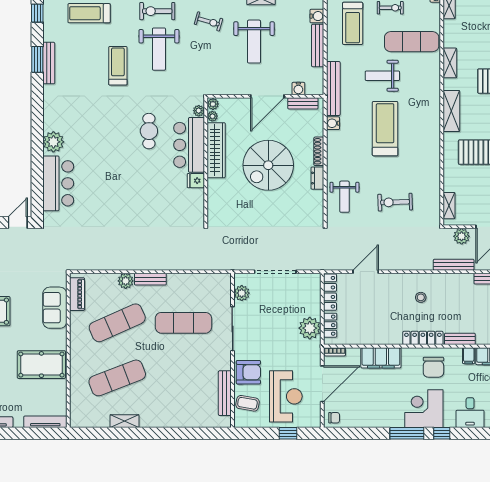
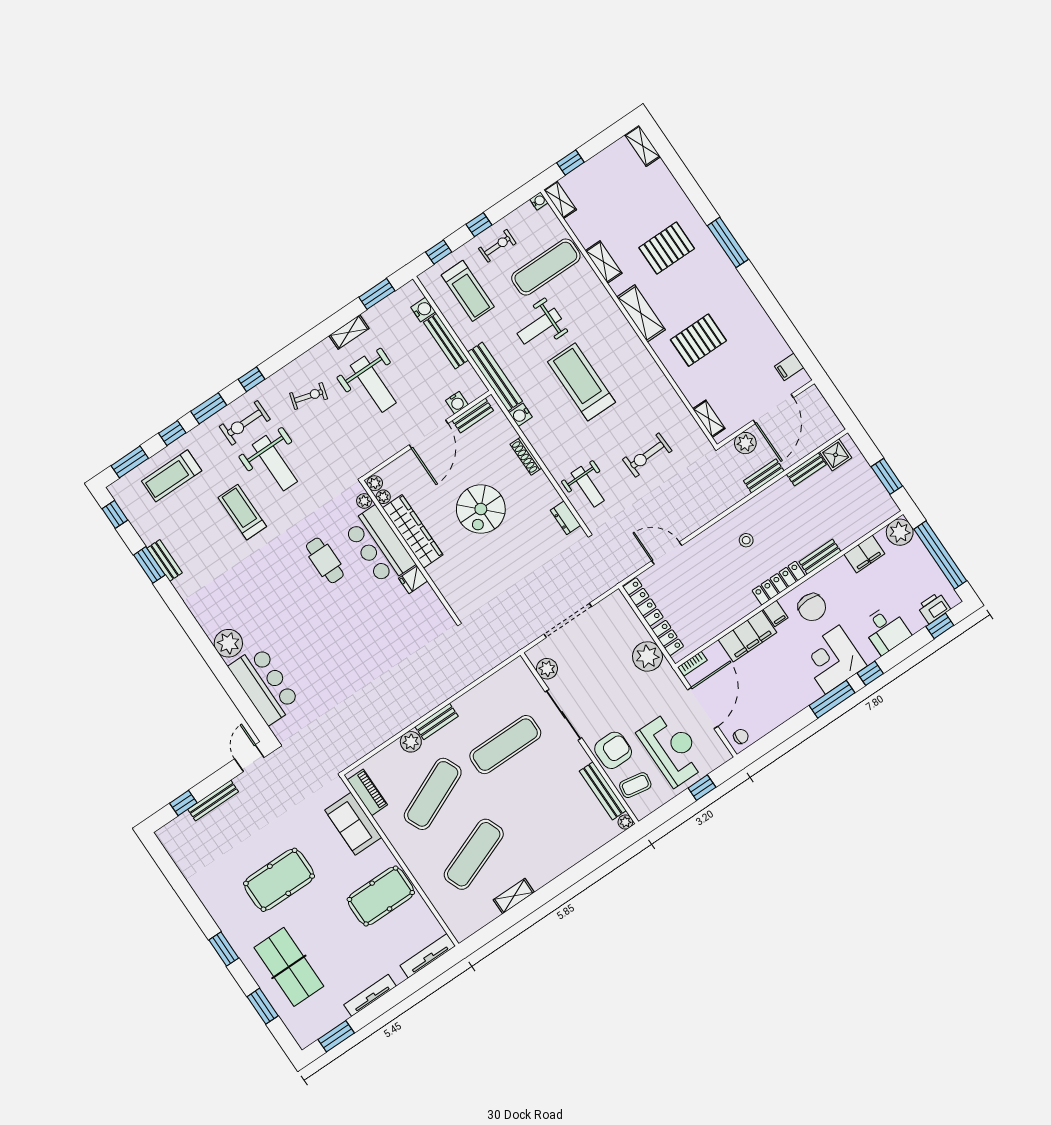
bench: (49, 63) -> (165, 560), width x0.73
spiral stairs: (268, 165) -> (481, 509), width x0.73, depth x0.73
dresser: (317, 178) -> (565, 518), moved
bench: (454, 265) -> (764, 476), width x0.73
door: (366, 272) -> (667, 553), hinge flipped
filing cabinet: (469, 356) -> (776, 614), moved
plant: (226, 422) -> (625, 822), added

